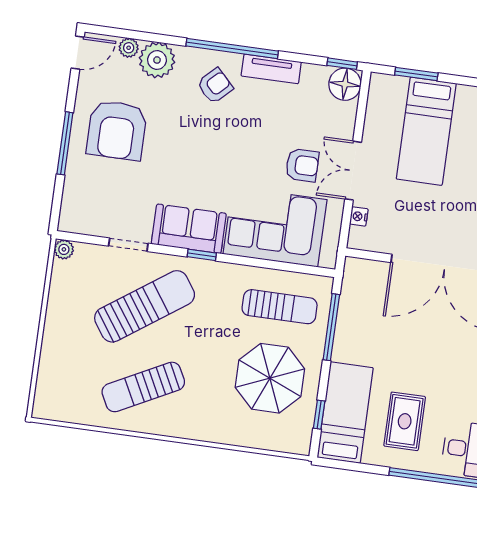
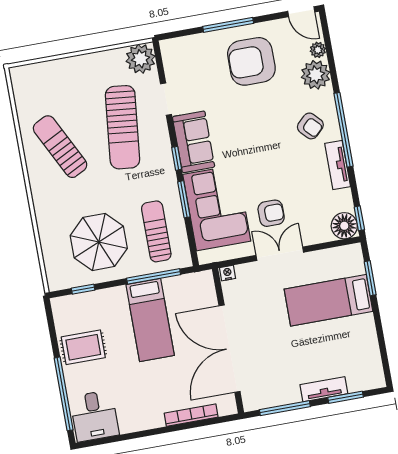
armchair: (302, 165) -> (271, 213), turned -90
nightstand: (359, 216) -> (228, 273), moved
plant: (64, 249) -> (141, 59), width x1.87, depth x1.87
window: (253, 262) -> (184, 199), added
sun lounger: (145, 306) -> (123, 127), turned 41
sun lounger: (280, 307) -> (156, 231), turned 180
bed: (345, 413) -> (150, 320), moved, turned 90
rug: (405, 421) -> (83, 347), moved

